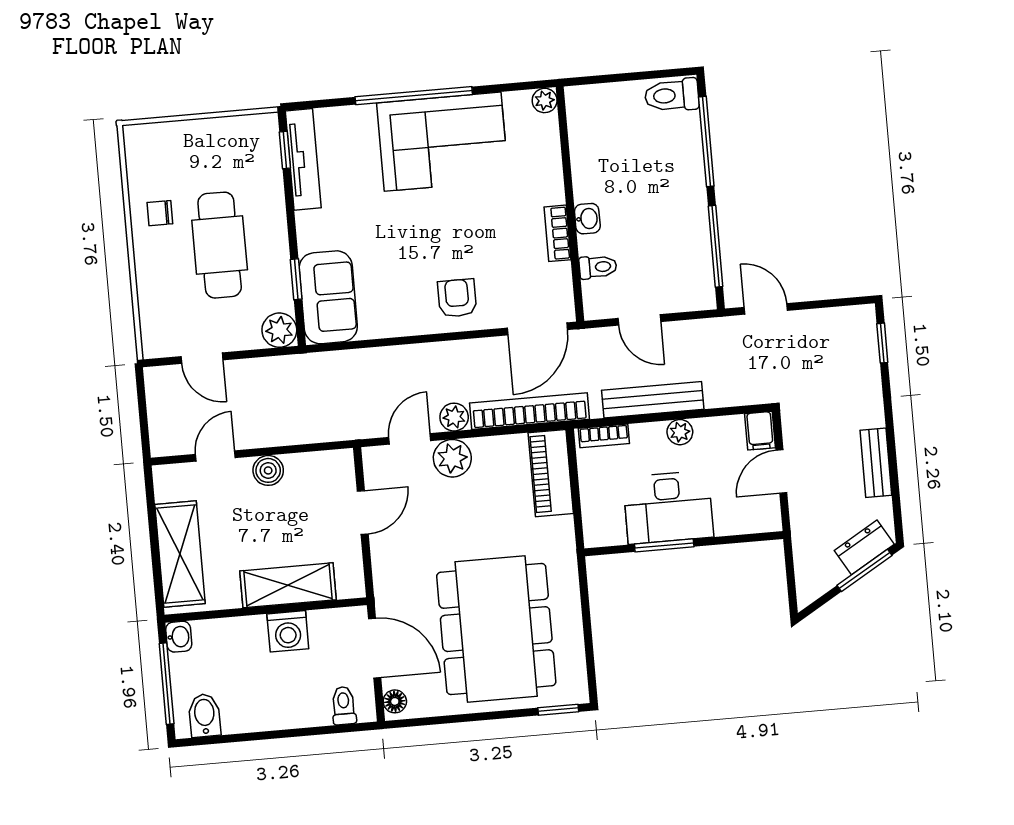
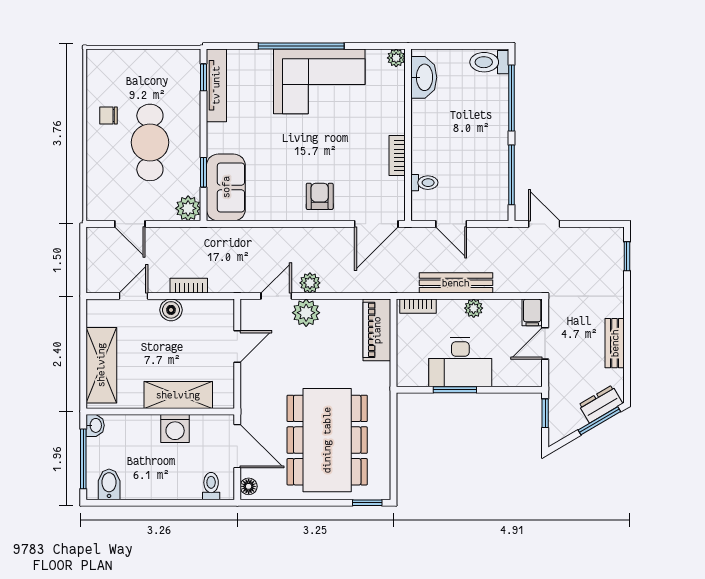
washbasin: (587, 219) -> (424, 77), moved, width x1.91, depth x1.45
bookcase: (529, 411) -> (189, 286), moved, width x0.43, depth x0.76
window: (790, 567) -> (545, 413), added

